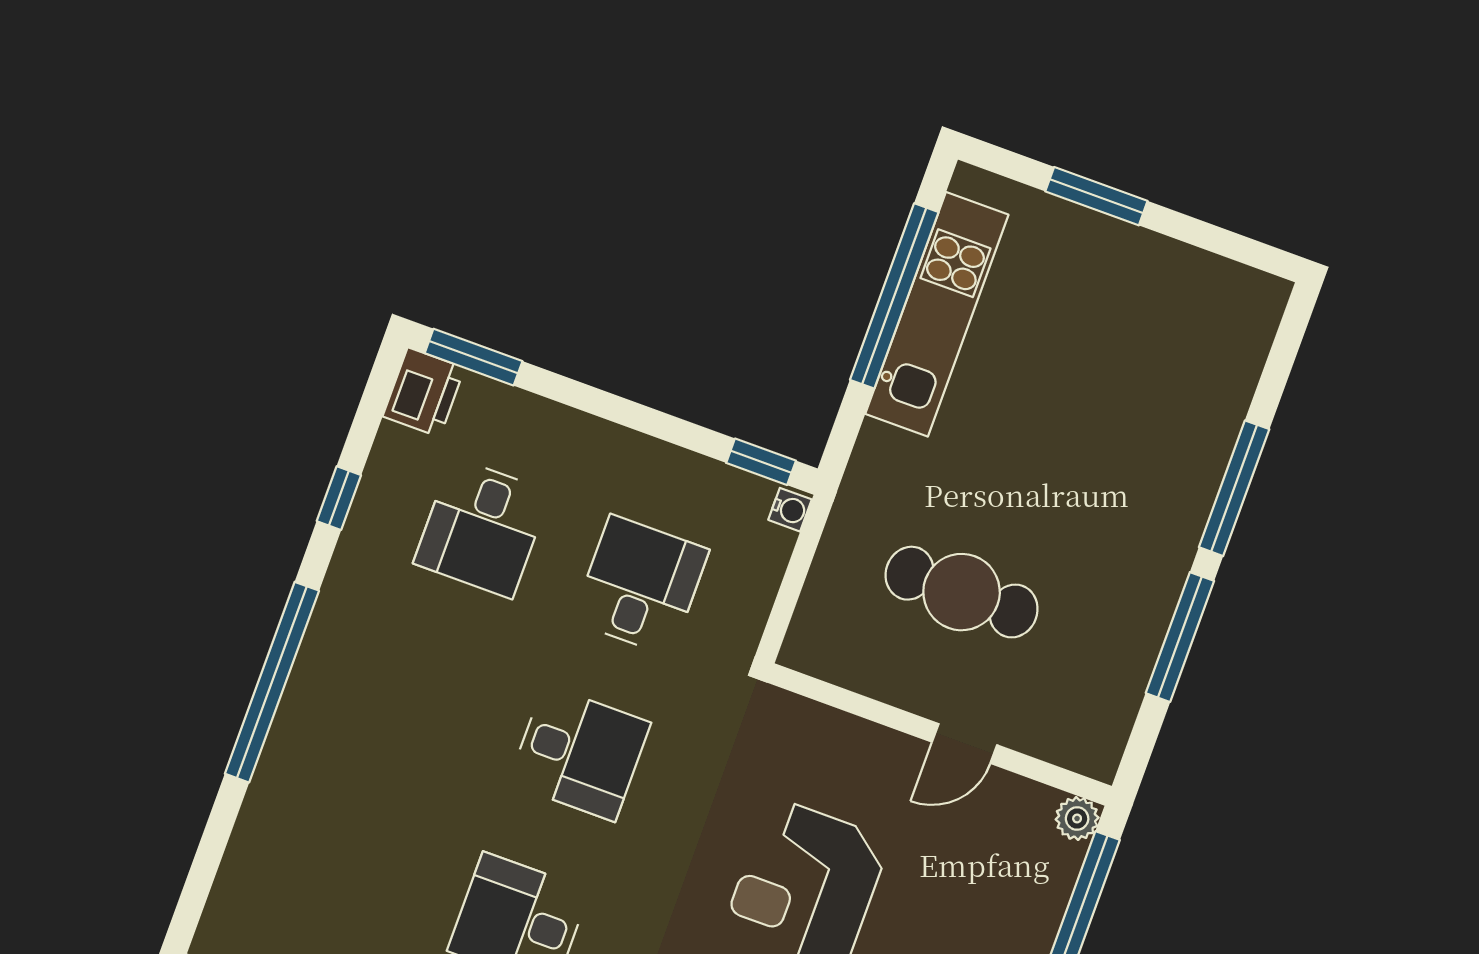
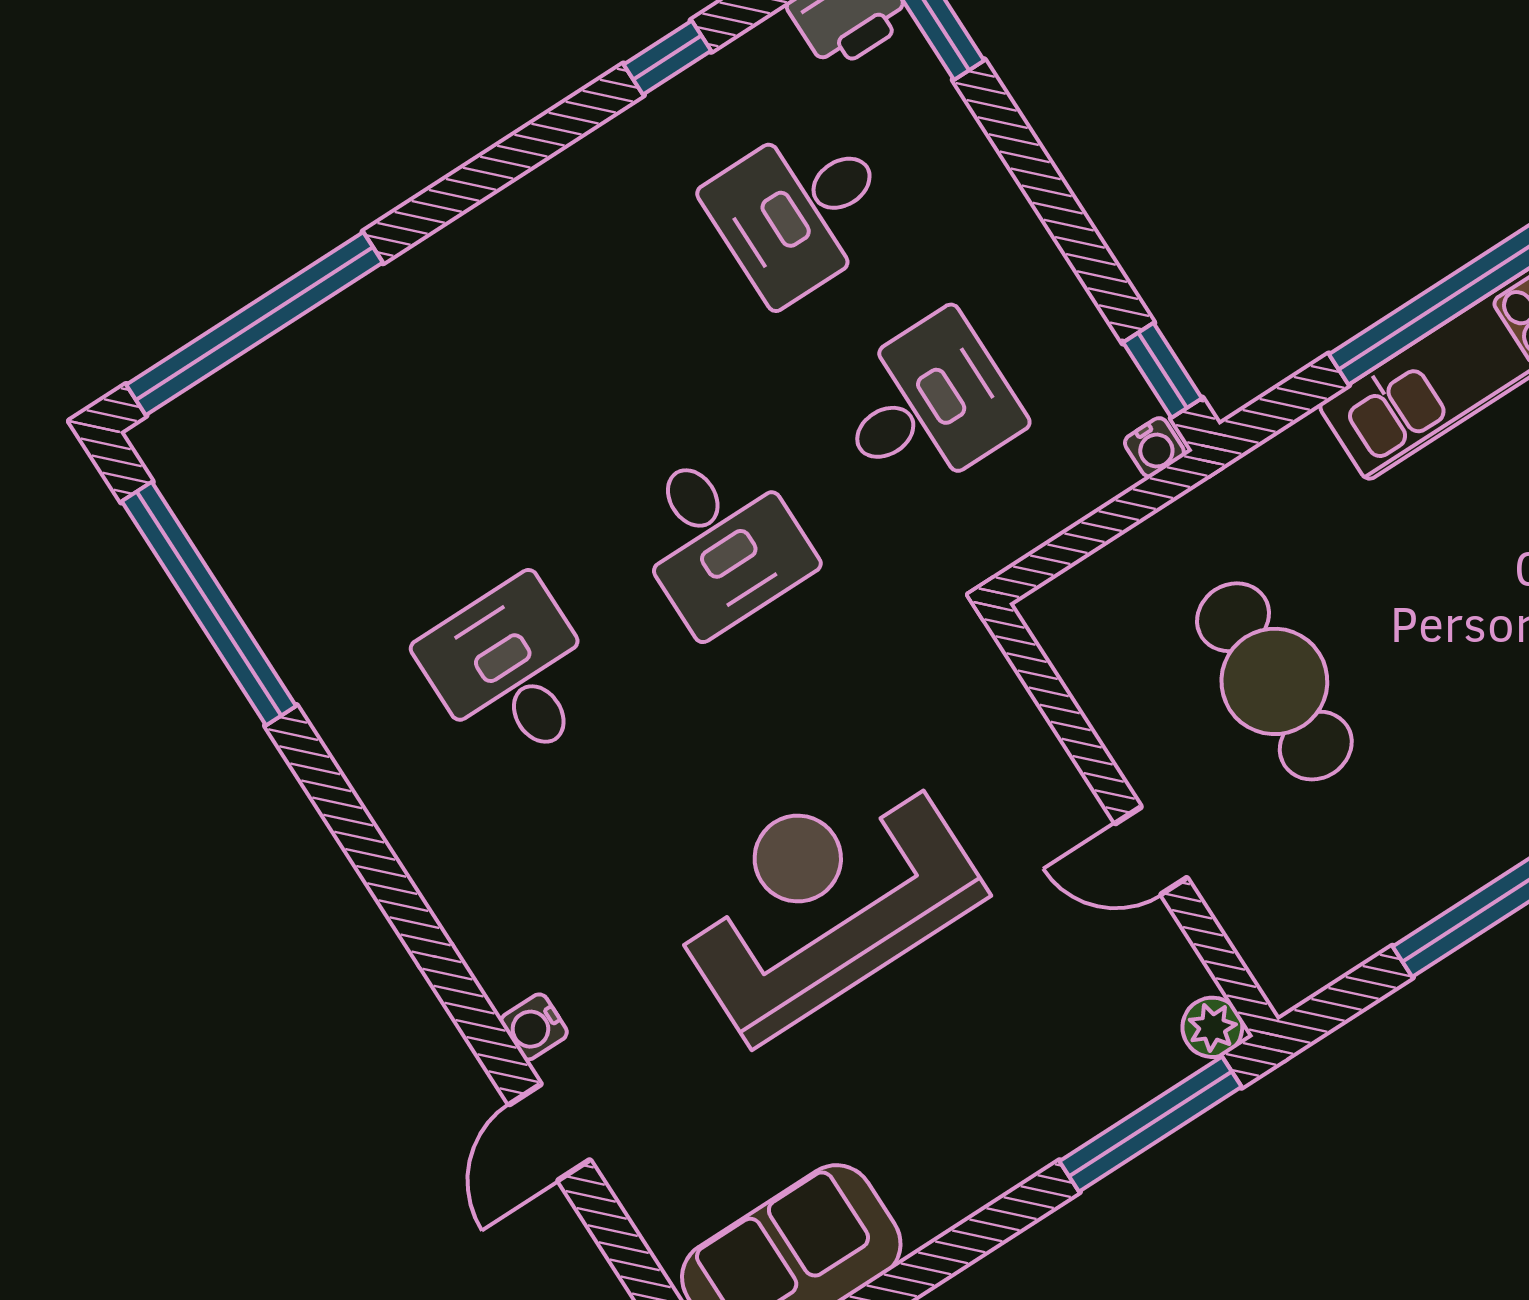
window: (272, 682) -> (255, 324), moved

